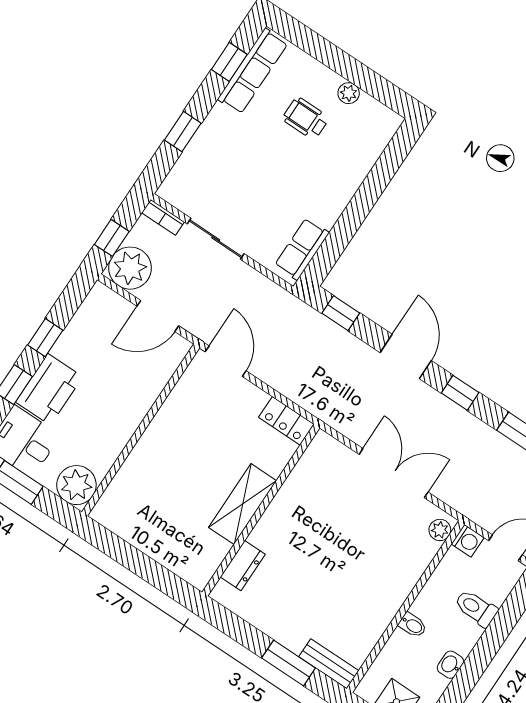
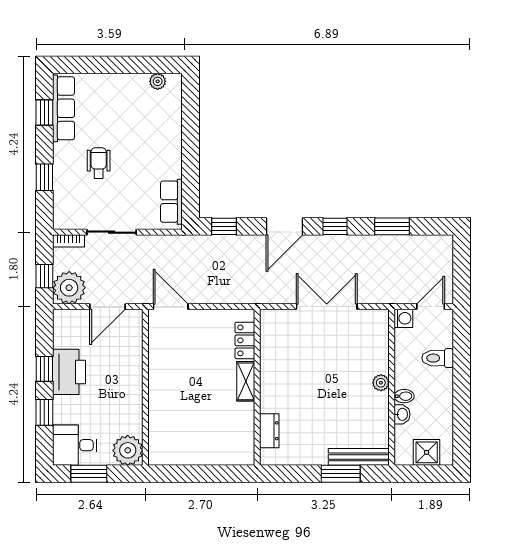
plant: (349, 93) -> (158, 81), moved
wheelchair: (306, 118) -> (99, 163), moved, turned 90
door: (406, 357) -> (284, 226), swing flipped
printer: (49, 389) -> (69, 372), moved
locker: (286, 421) -> (245, 340), moved, turned 90
shelving: (243, 504) -> (246, 381), width x0.67, depth x0.75
plant: (440, 530) -> (381, 383), moved
bench: (329, 664) -> (359, 457), width x1.36
washbasin: (450, 665) -> (402, 414), moved, turned 180

